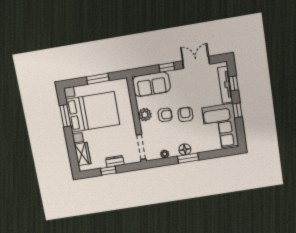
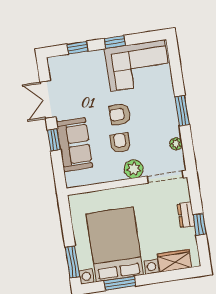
window: (98, 79) -> (72, 262), moved
sofa: (151, 84) -> (74, 144), moved
tv unit: (225, 85) -> (79, 59), removed
plant: (145, 115) -> (134, 169), moved
floor lamp: (185, 149) -> (170, 115), removed

